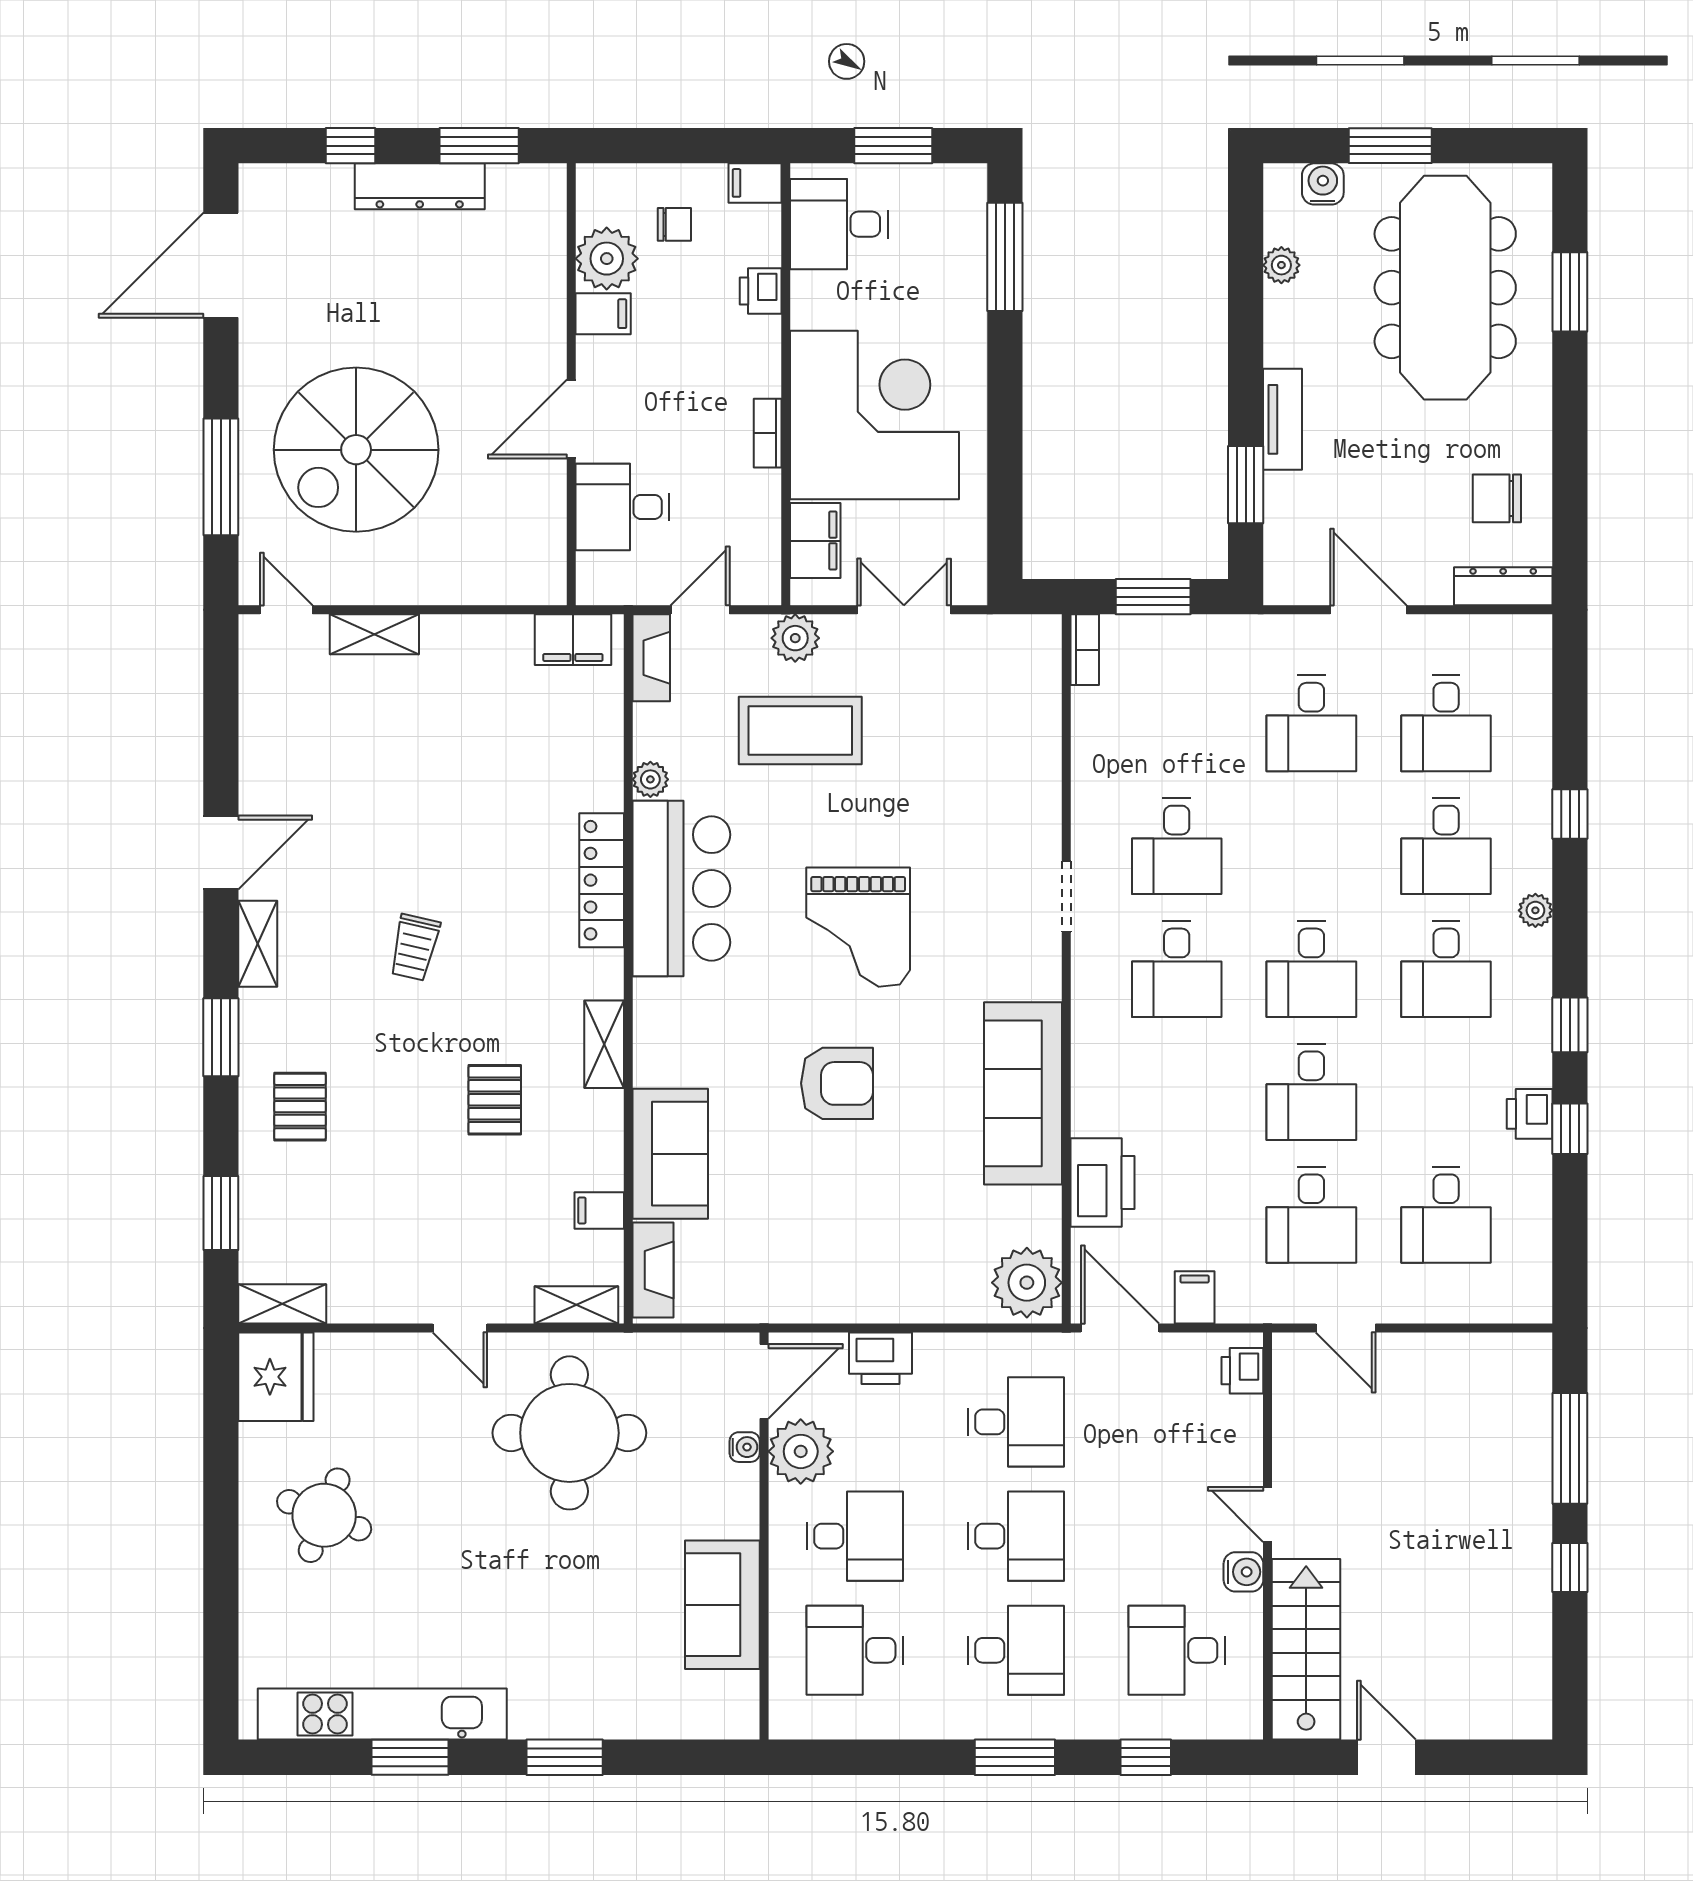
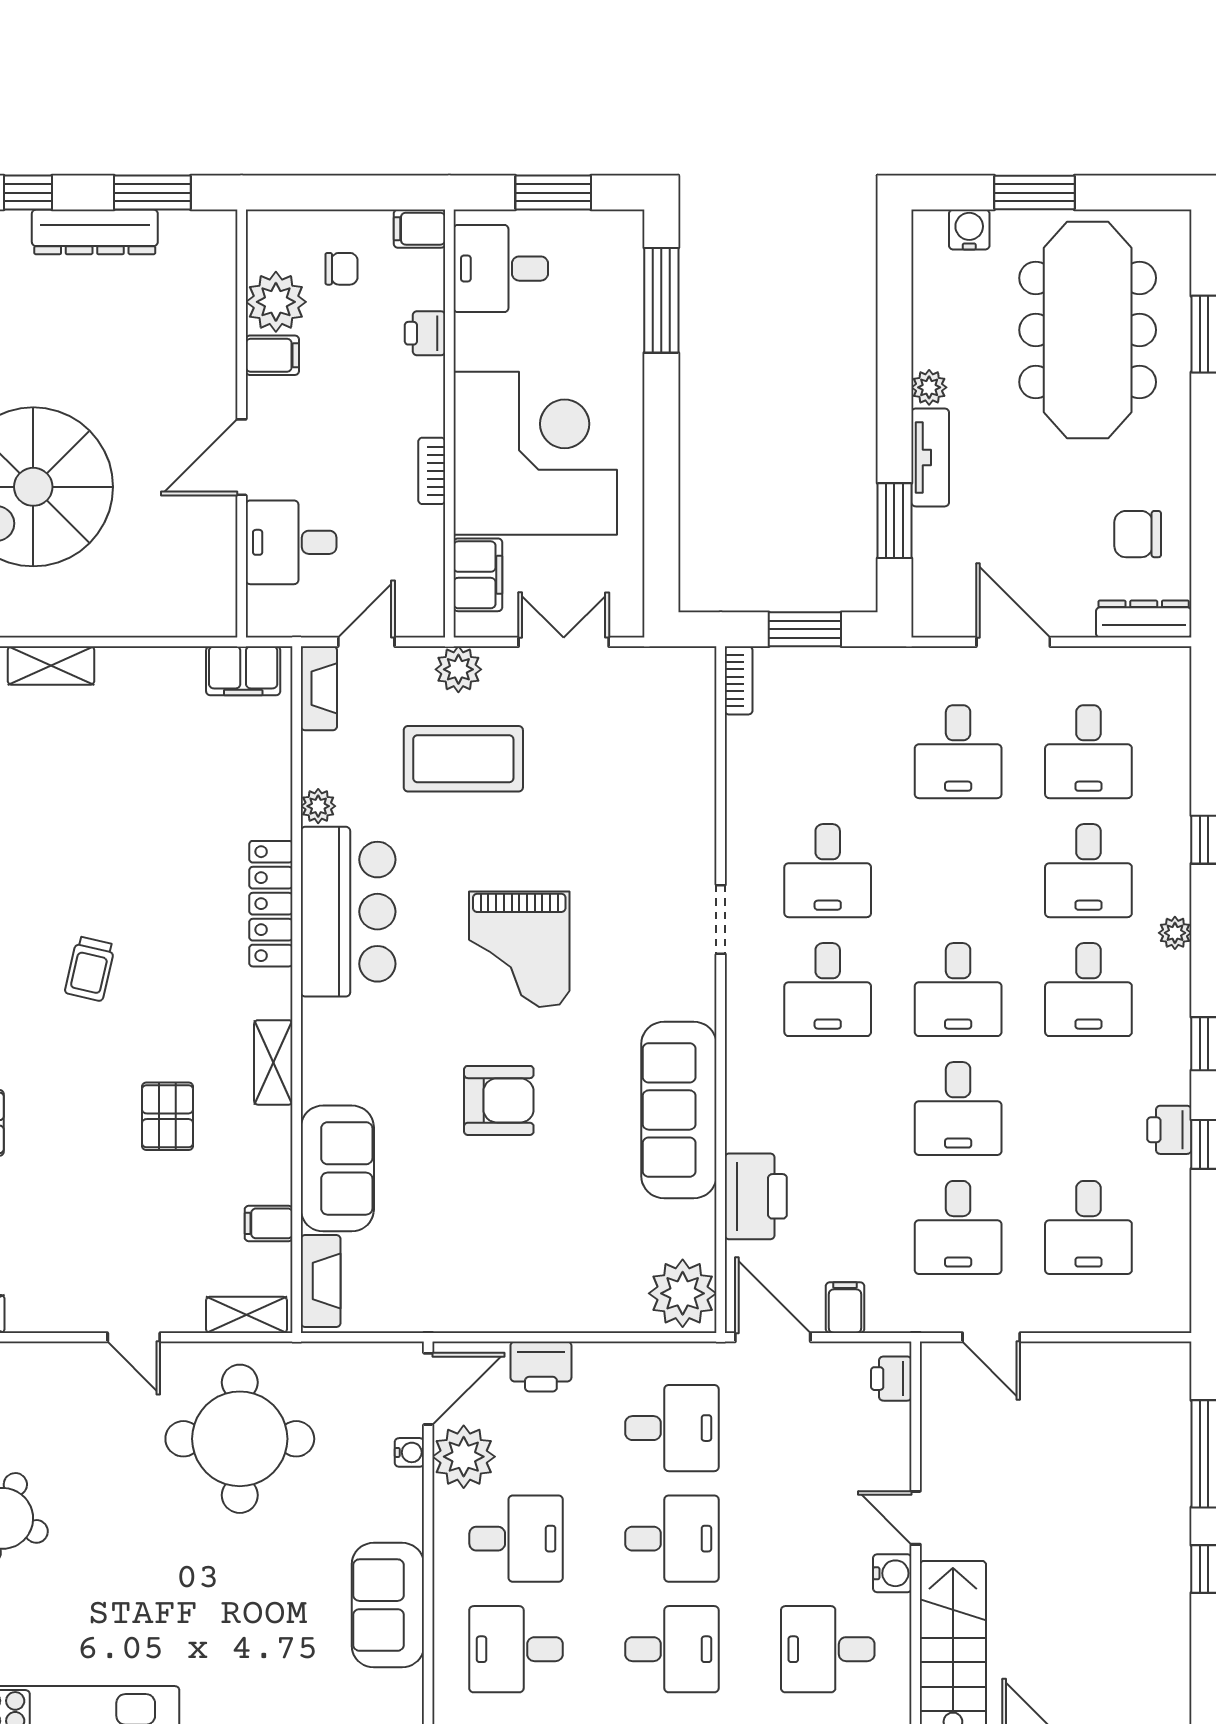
plant: (1281, 265) -> (929, 387), moved

